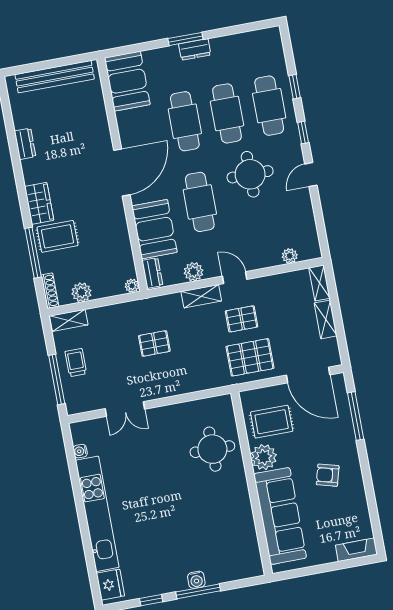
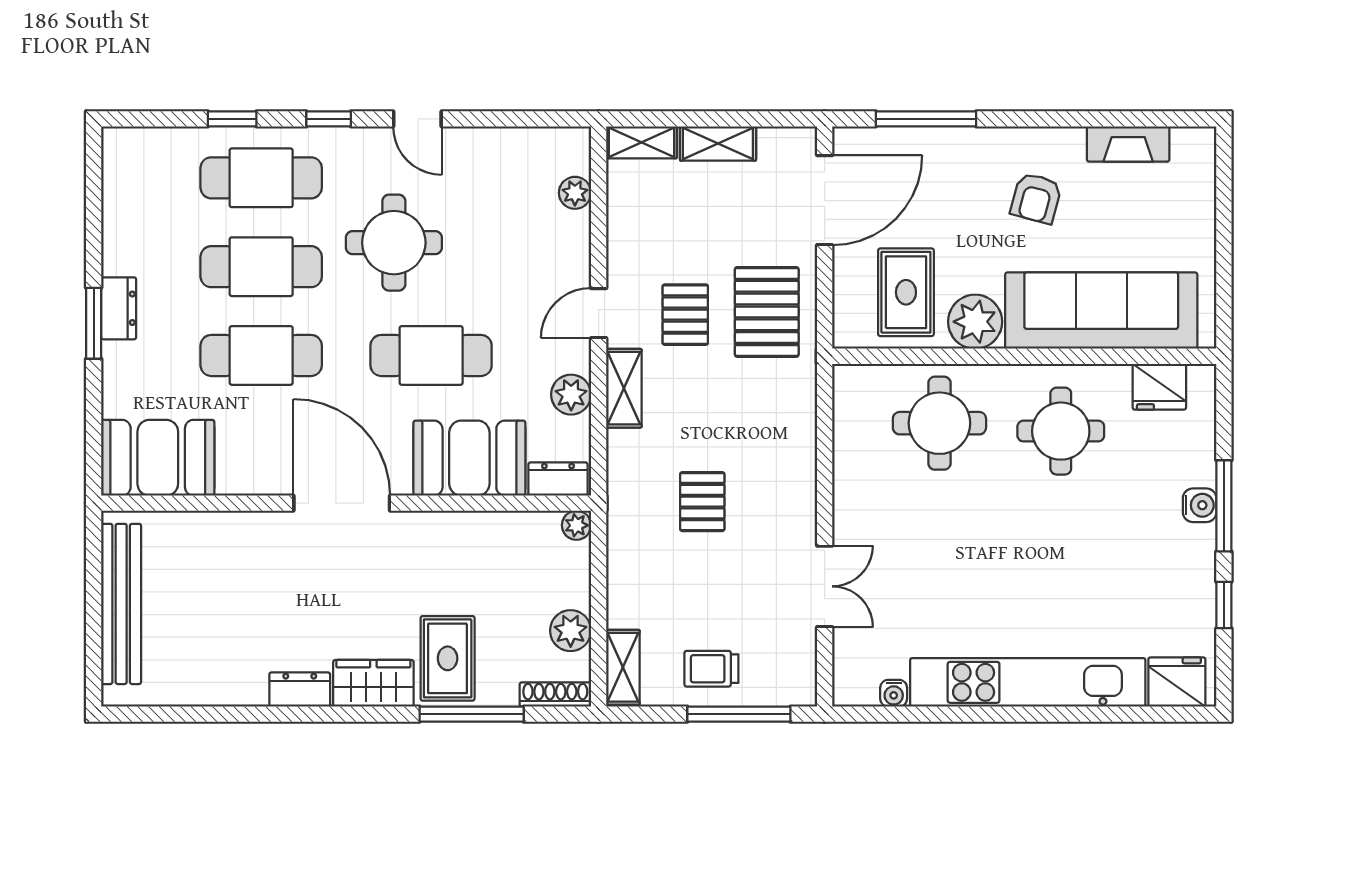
dresser: (25, 144) -> (300, 690), moved
round table: (219, 507) -> (1061, 431), added
fridge: (249, 550) -> (1159, 387), added
fireplace: (356, 550) -> (1128, 144), moved, turned -90

